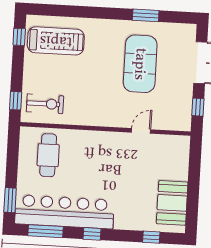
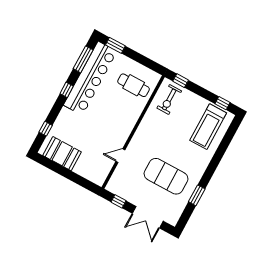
door: (141, 131) -> (120, 156), swing flipped

